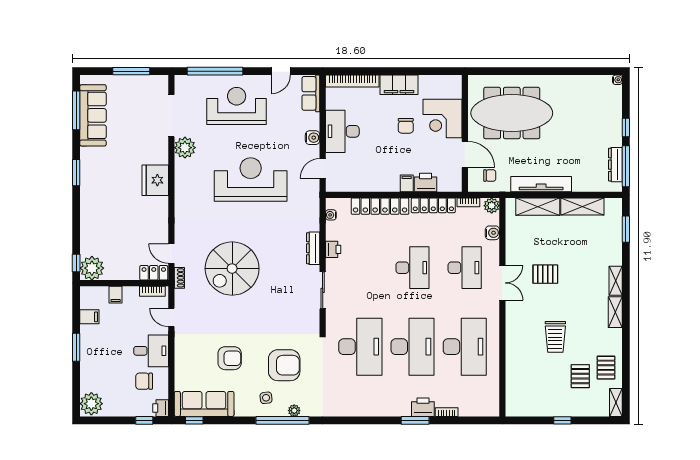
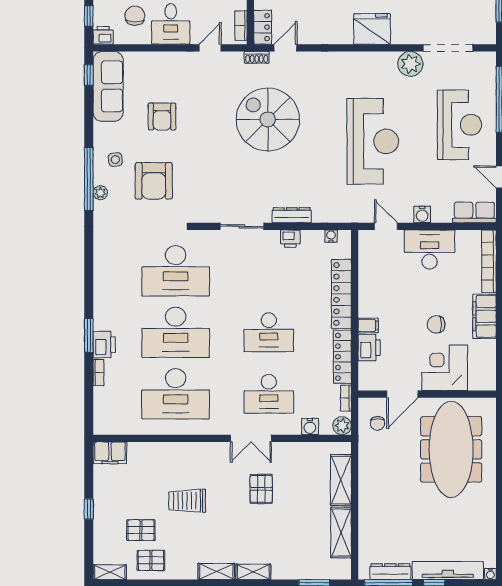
tv unit: (541, 184) -> (448, 571), moved, turned -90
filing cabinet: (515, 402) -> (110, 453), added

